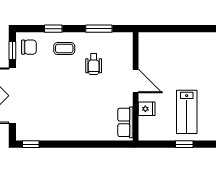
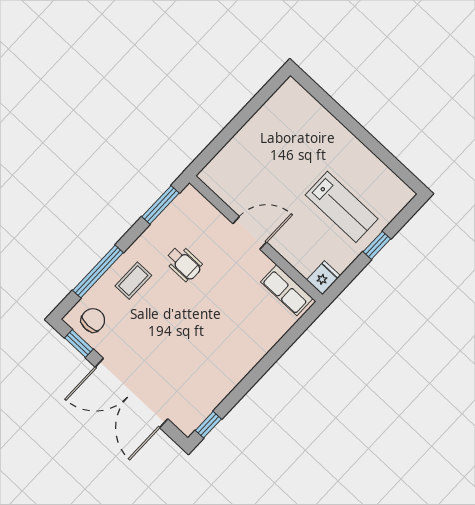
window: (53, 29) -> (98, 272), width x2.17
window: (99, 29) -> (160, 205), moved
fridge: (147, 109) -> (323, 278), moved

